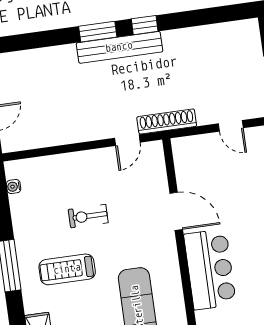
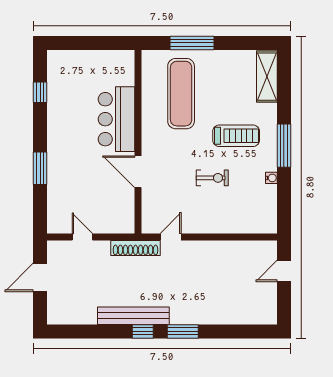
bench: (119, 47) -> (133, 316), moved
water cooler: (14, 187) -> (271, 178), moved

